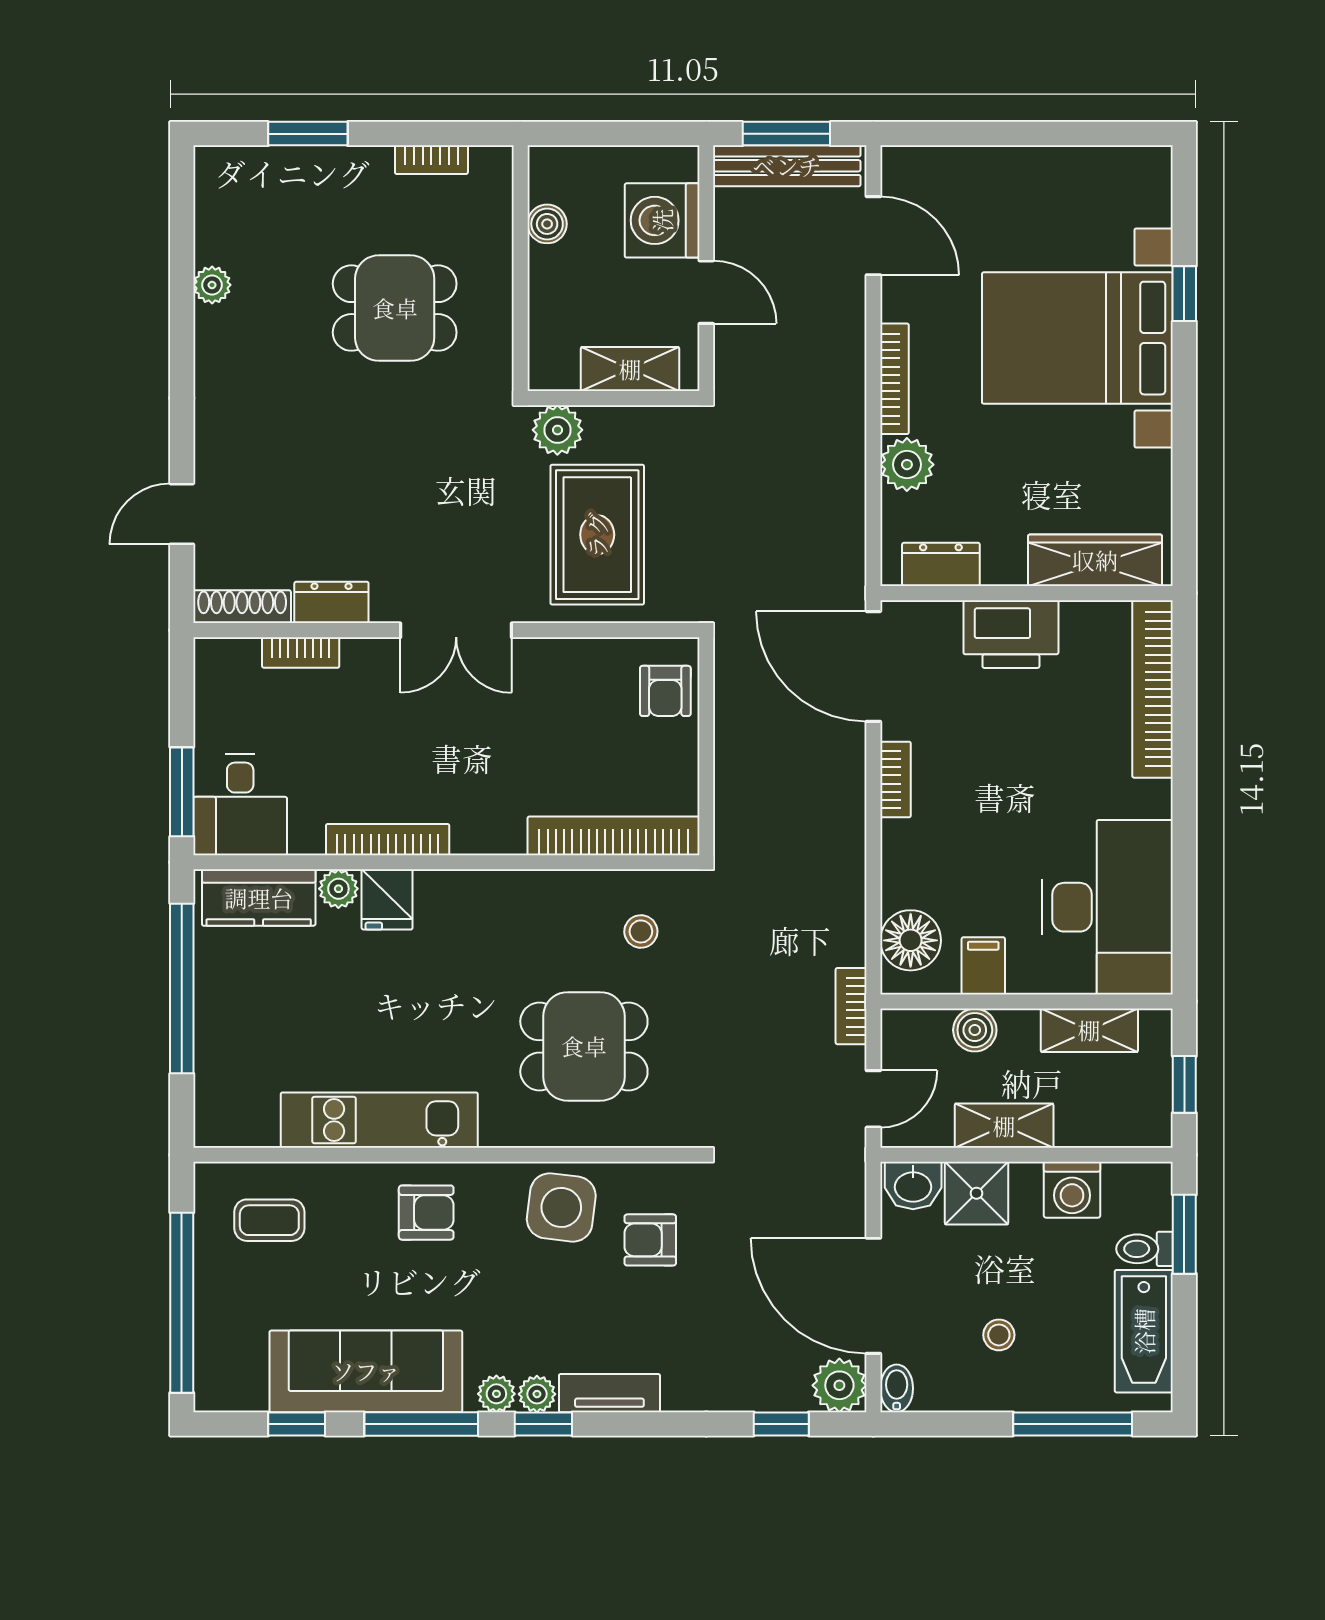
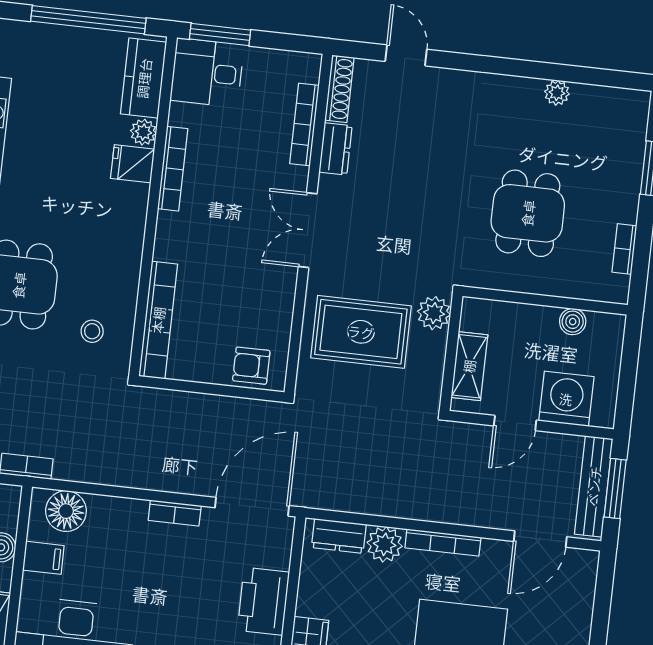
dresser: (941, 564) -> (339, 536), moved, turned 90
bookcase: (301, 653) -> (304, 124), width x1.56

